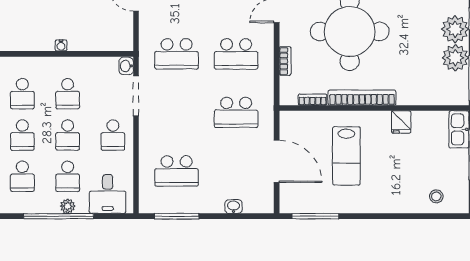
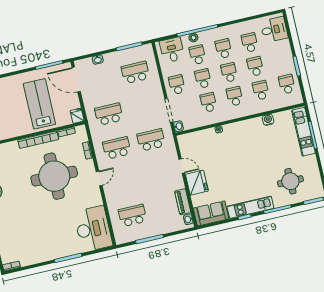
fridge: (401, 122) -> (77, 116), moved
lab bench: (346, 156) -> (39, 104), width x1.36, depth x1.39
door: (277, 161) -> (76, 80), moved

